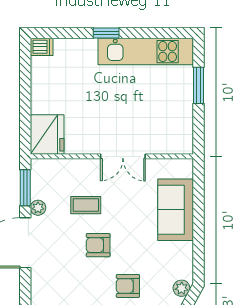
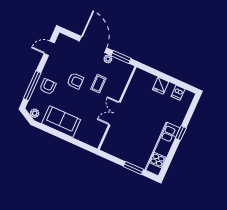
dishwasher: (42, 47) -> (178, 93), moved
fridge: (47, 134) -> (161, 86), moved, width x0.53, depth x0.75
sofa: (176, 210) -> (61, 122), moved
armchair: (98, 245) -> (75, 81), turned 90

